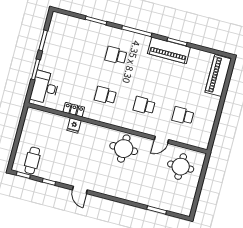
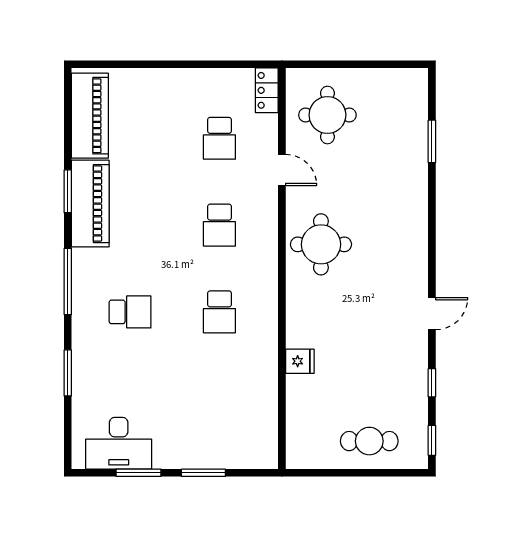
school desk: (116, 55) -> (130, 312), turned -90
piano: (218, 76) -> (90, 116), moved, turned -90
desk: (45, 87) -> (119, 443), moved
locker: (74, 110) -> (267, 90), moved
cafe table: (32, 160) -> (369, 441), moved

